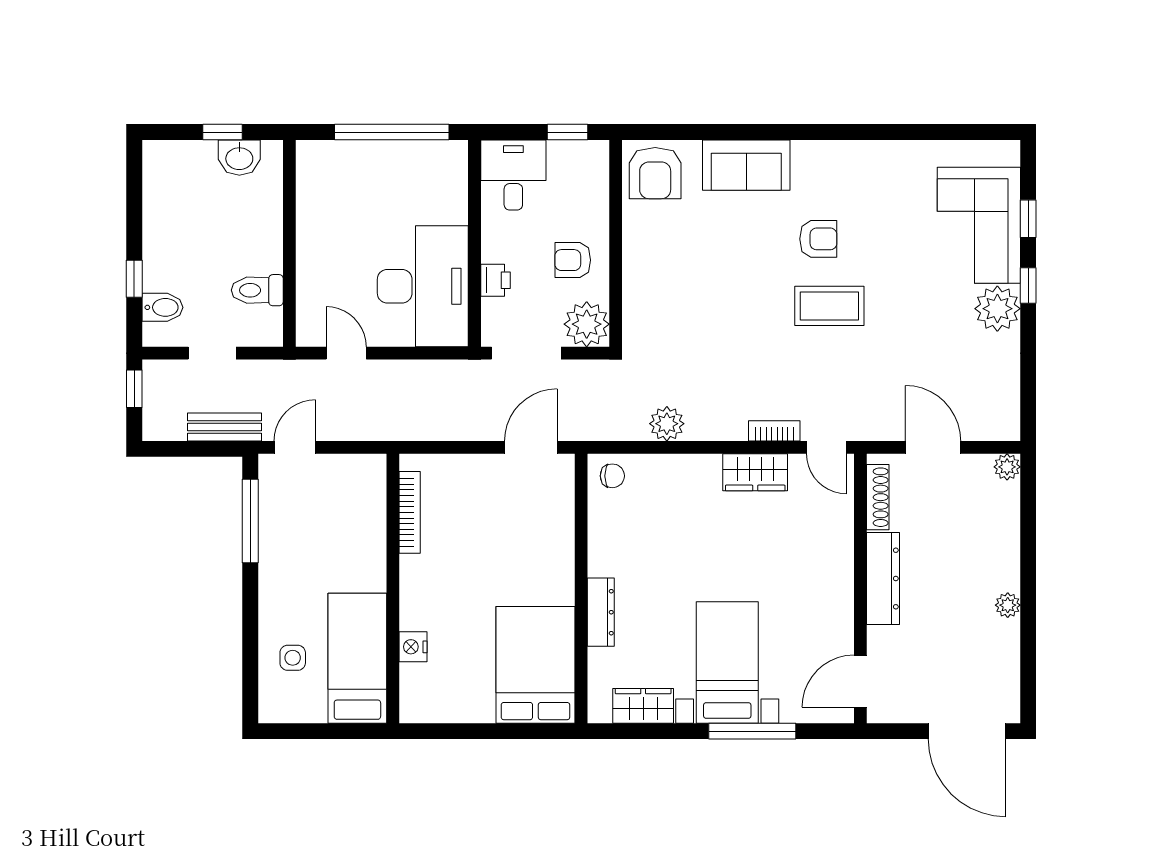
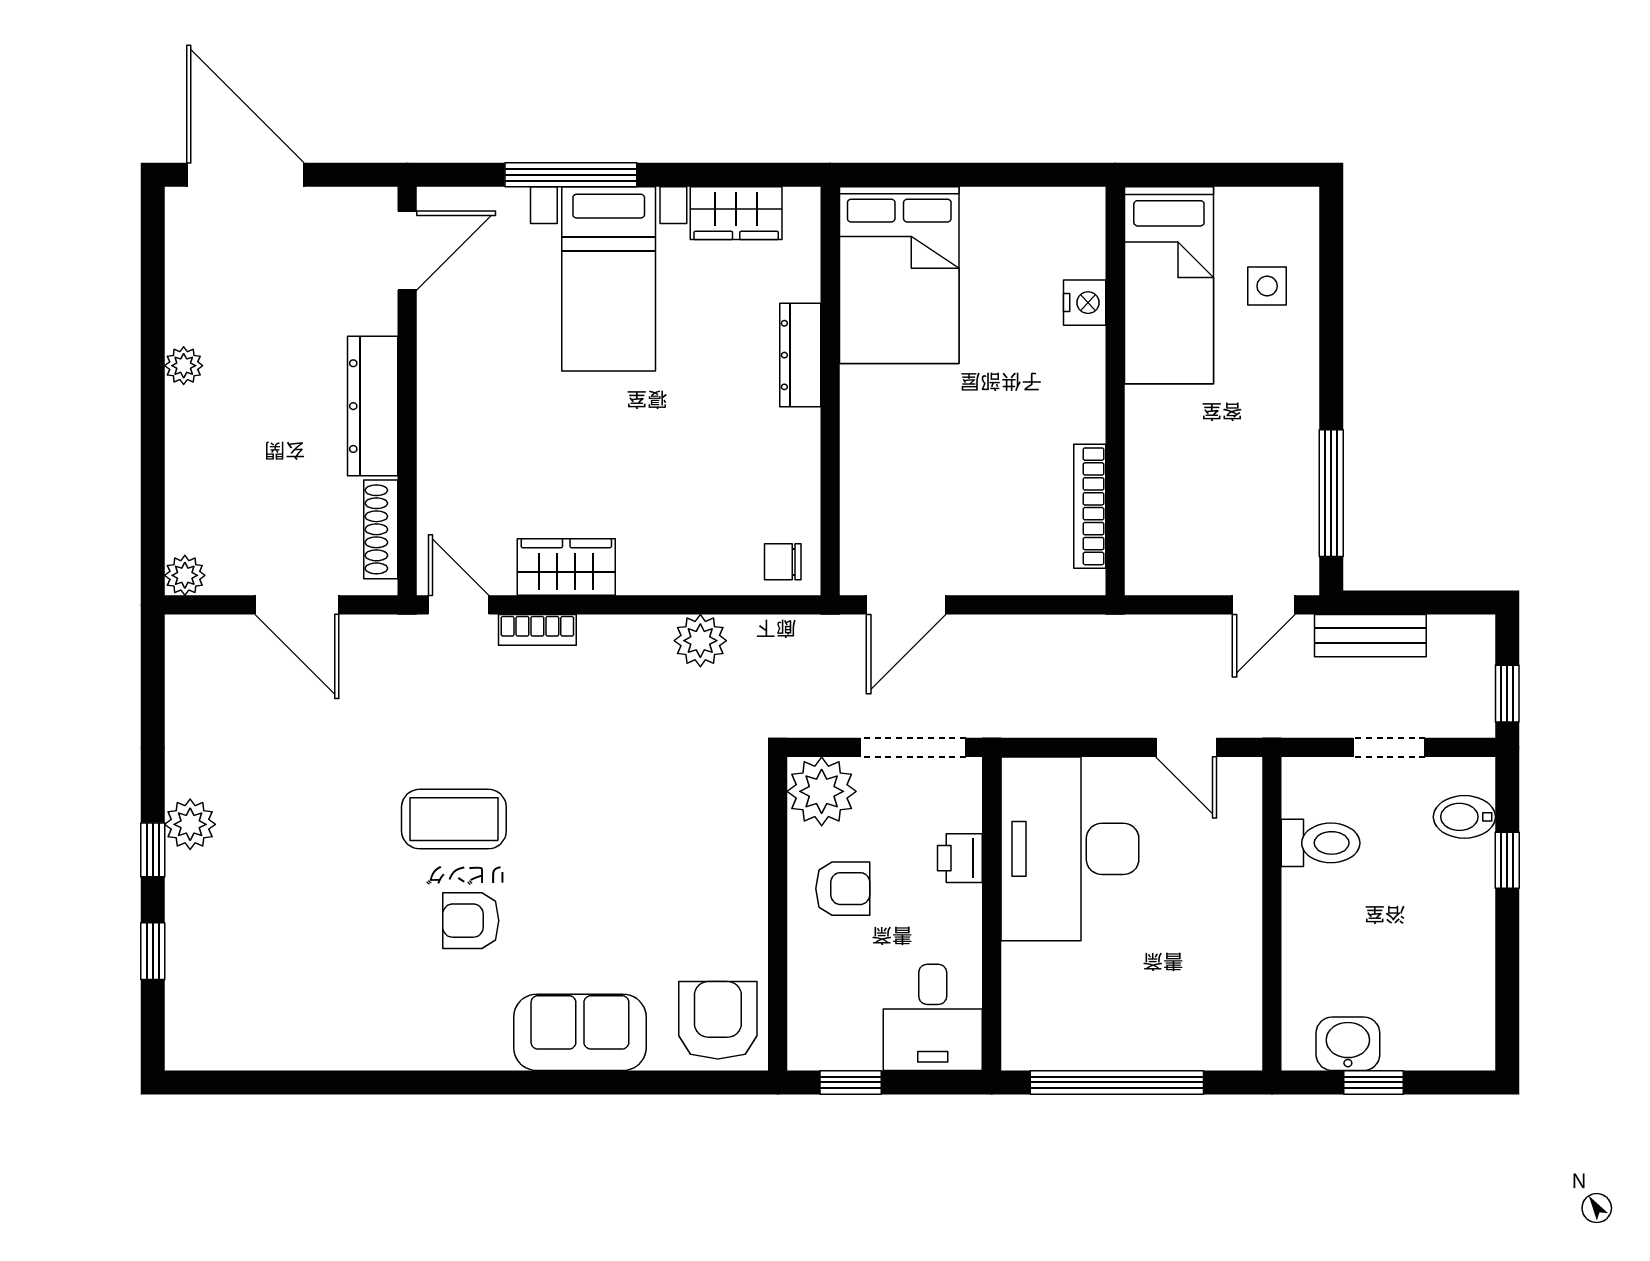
corner sofa: (979, 225) -> (227, 941), removed
plant: (997, 309) -> (190, 824), width x0.73, depth x0.73

